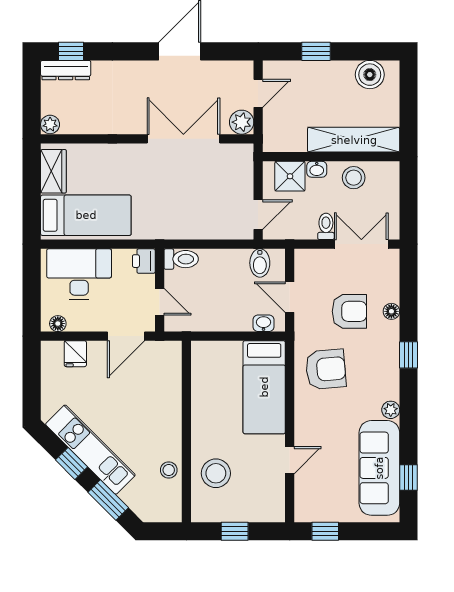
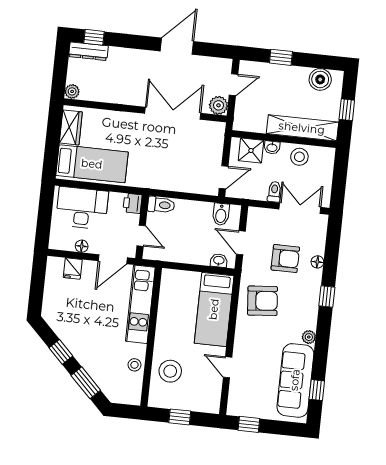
window: (409, 110) -> (347, 110), added
floor lamp: (58, 324) -> (82, 246), moved
kitchen unit: (90, 450) -> (140, 304), moved, turned -135
door: (290, 460) -> (228, 367), swing flipped

